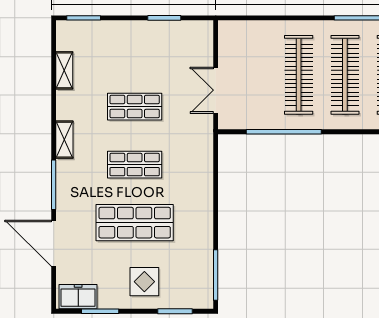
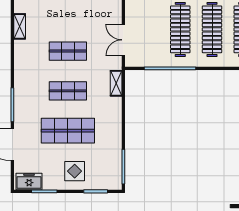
shelving: (64, 140) -> (116, 83), moved

